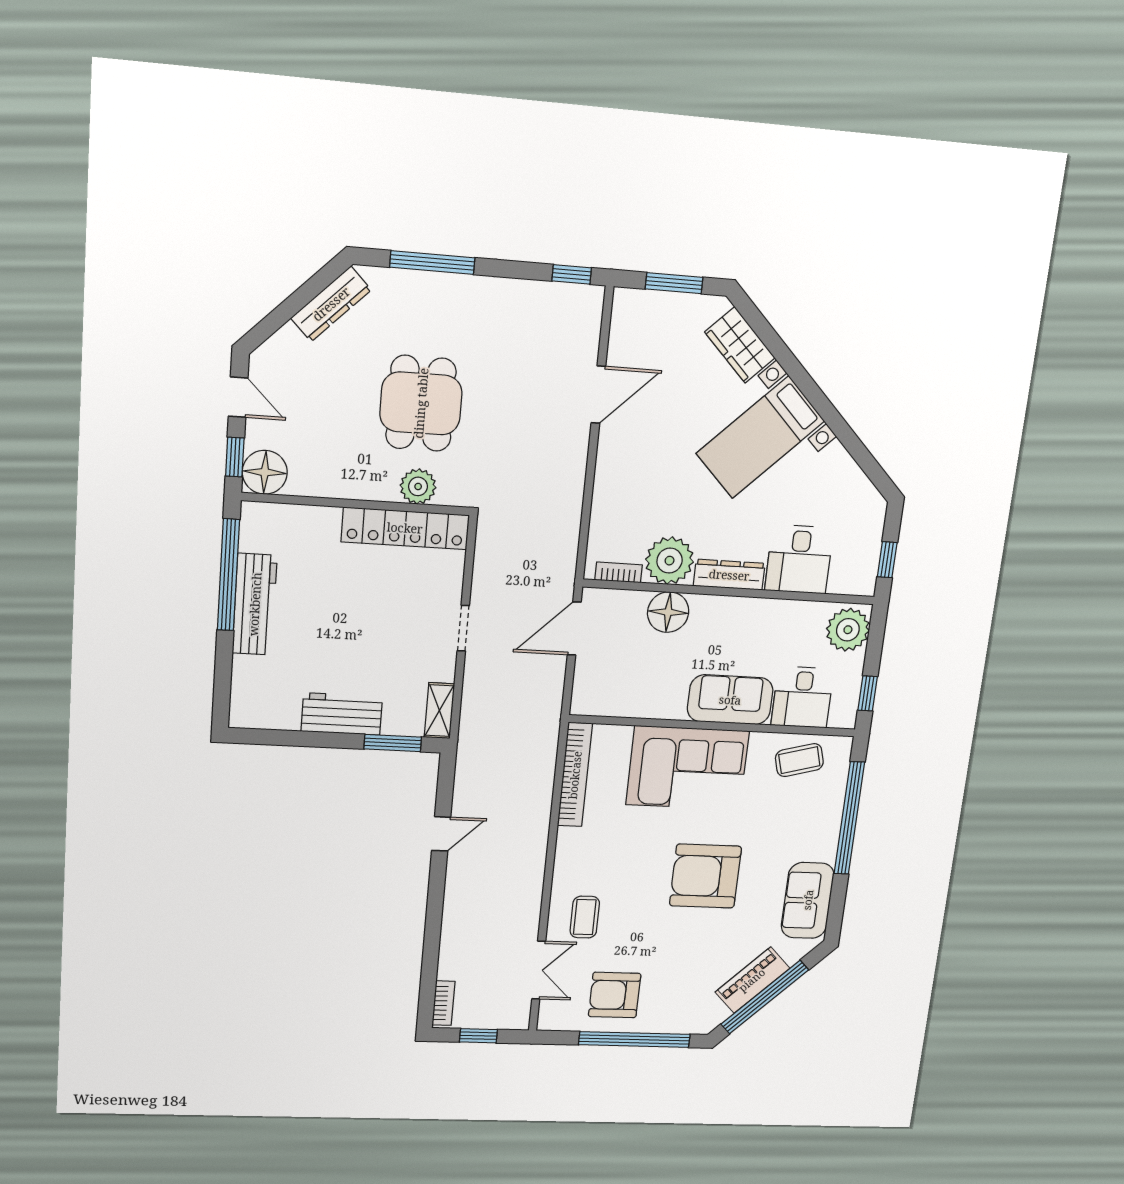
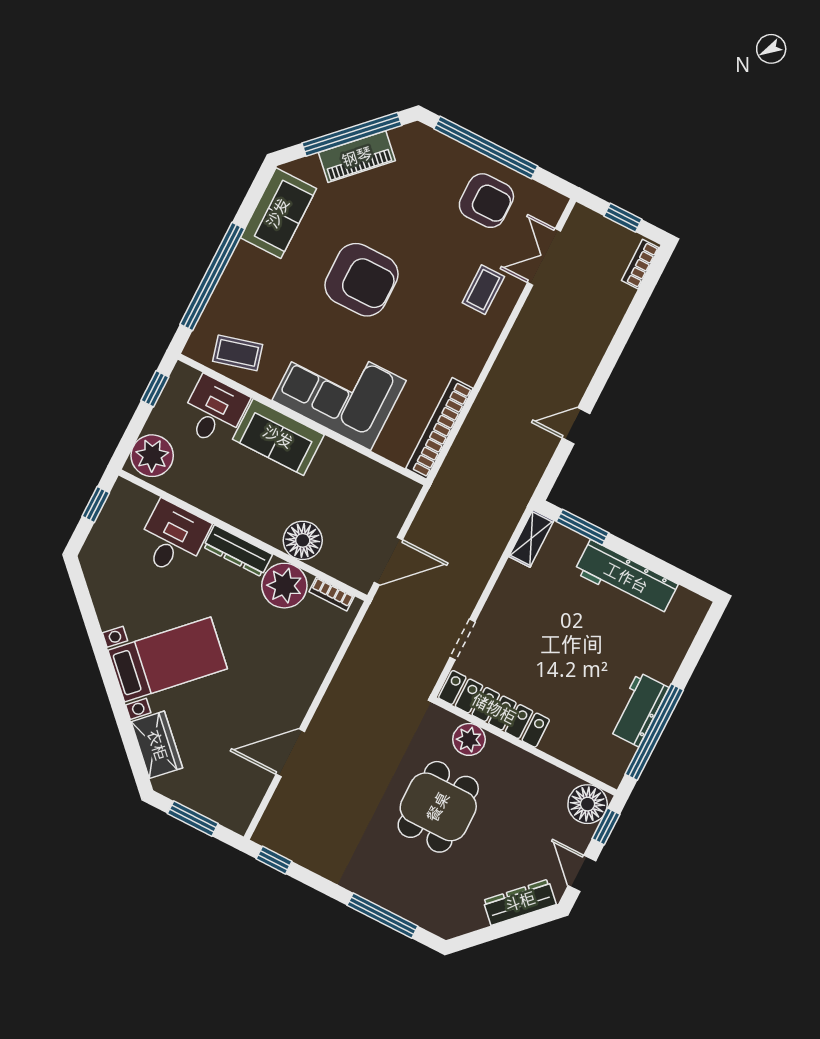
dresser: (331, 304) -> (520, 902), moved
workbench: (255, 604) -> (638, 709), width x0.73
doorway: (463, 628) -> (463, 639), moved
workbench: (342, 714) -> (626, 578), width x1.38

